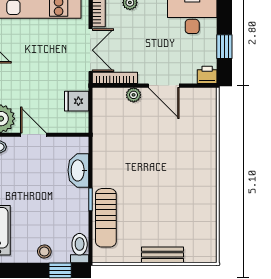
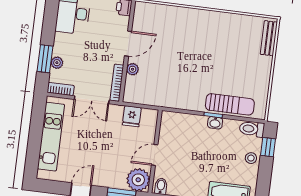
double door: (90, 50) -> (92, 100), swing flipped
washbasin: (78, 170) -> (215, 123), moved, width x0.52, depth x0.69
bench: (163, 255) -> (269, 38), moved

